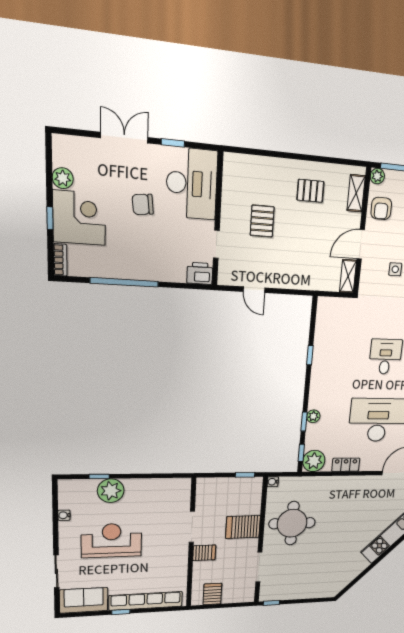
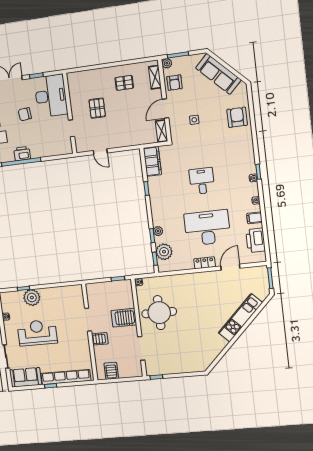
printer: (200, 273) -> (22, 154), moved
filing cabinet: (326, 318) -> (152, 161), added
plant: (314, 461) -> (164, 252), moved
locker: (346, 465) -> (205, 263), moved

